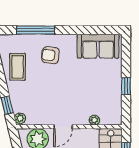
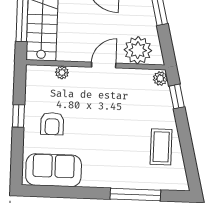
armchair: (50, 55) -> (52, 124), moved, turned 84

